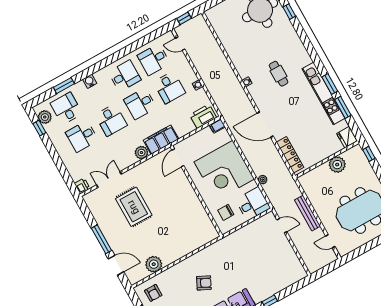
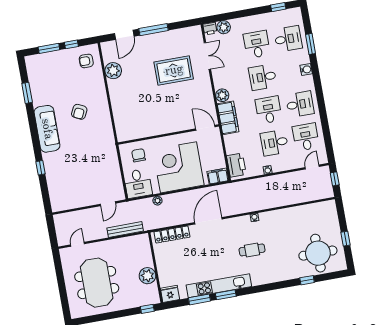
desk: (125, 76) -> (300, 104), turned -90
plant: (45, 117) -> (224, 27), moved
filing cabinet: (217, 126) -> (218, 176), width x2.00
bench: (307, 213) -> (125, 230), moved

